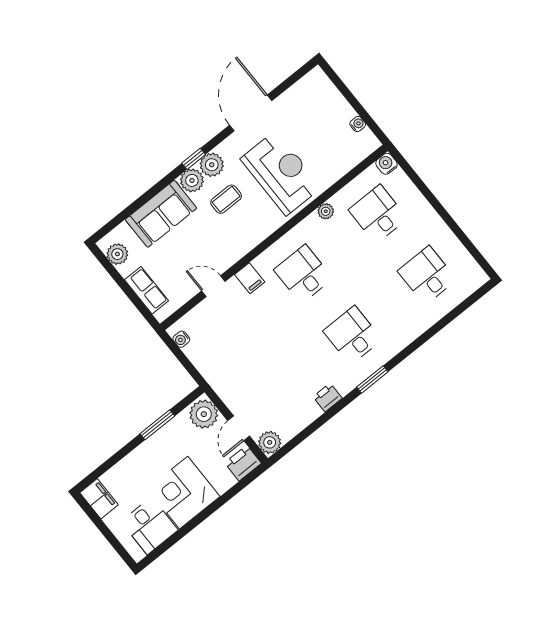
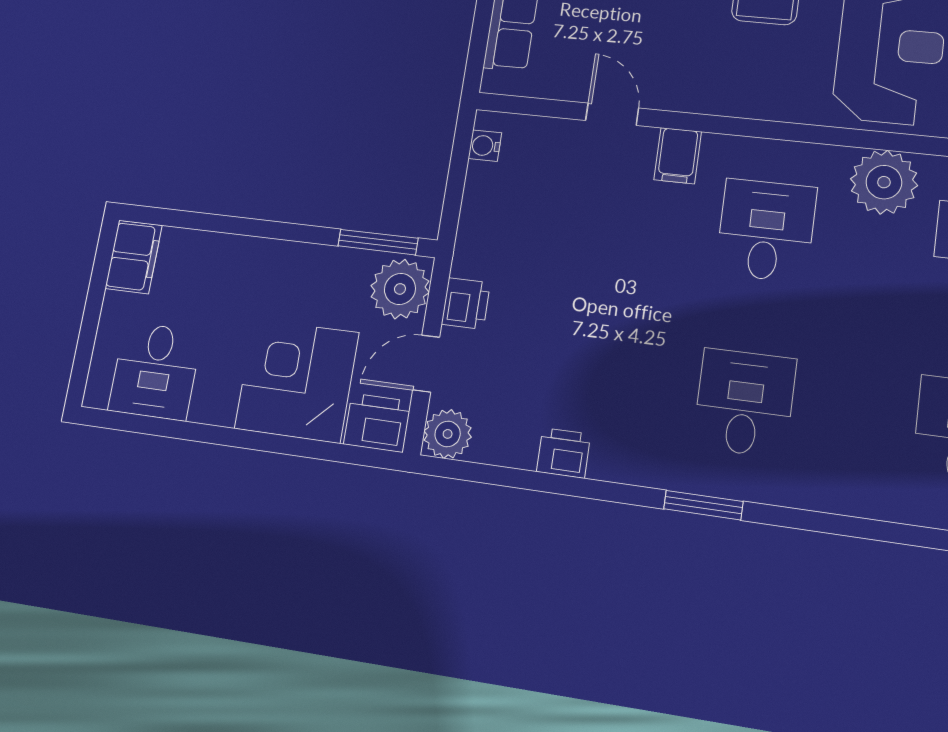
plant: (326, 211) -> (884, 182), width x1.88, depth x1.88
printer: (231, 396) -> (466, 303), added
printer: (327, 397) -> (563, 453), moved
window: (157, 425) -> (378, 242), moved
corner desk: (184, 493) -> (297, 381), moved

